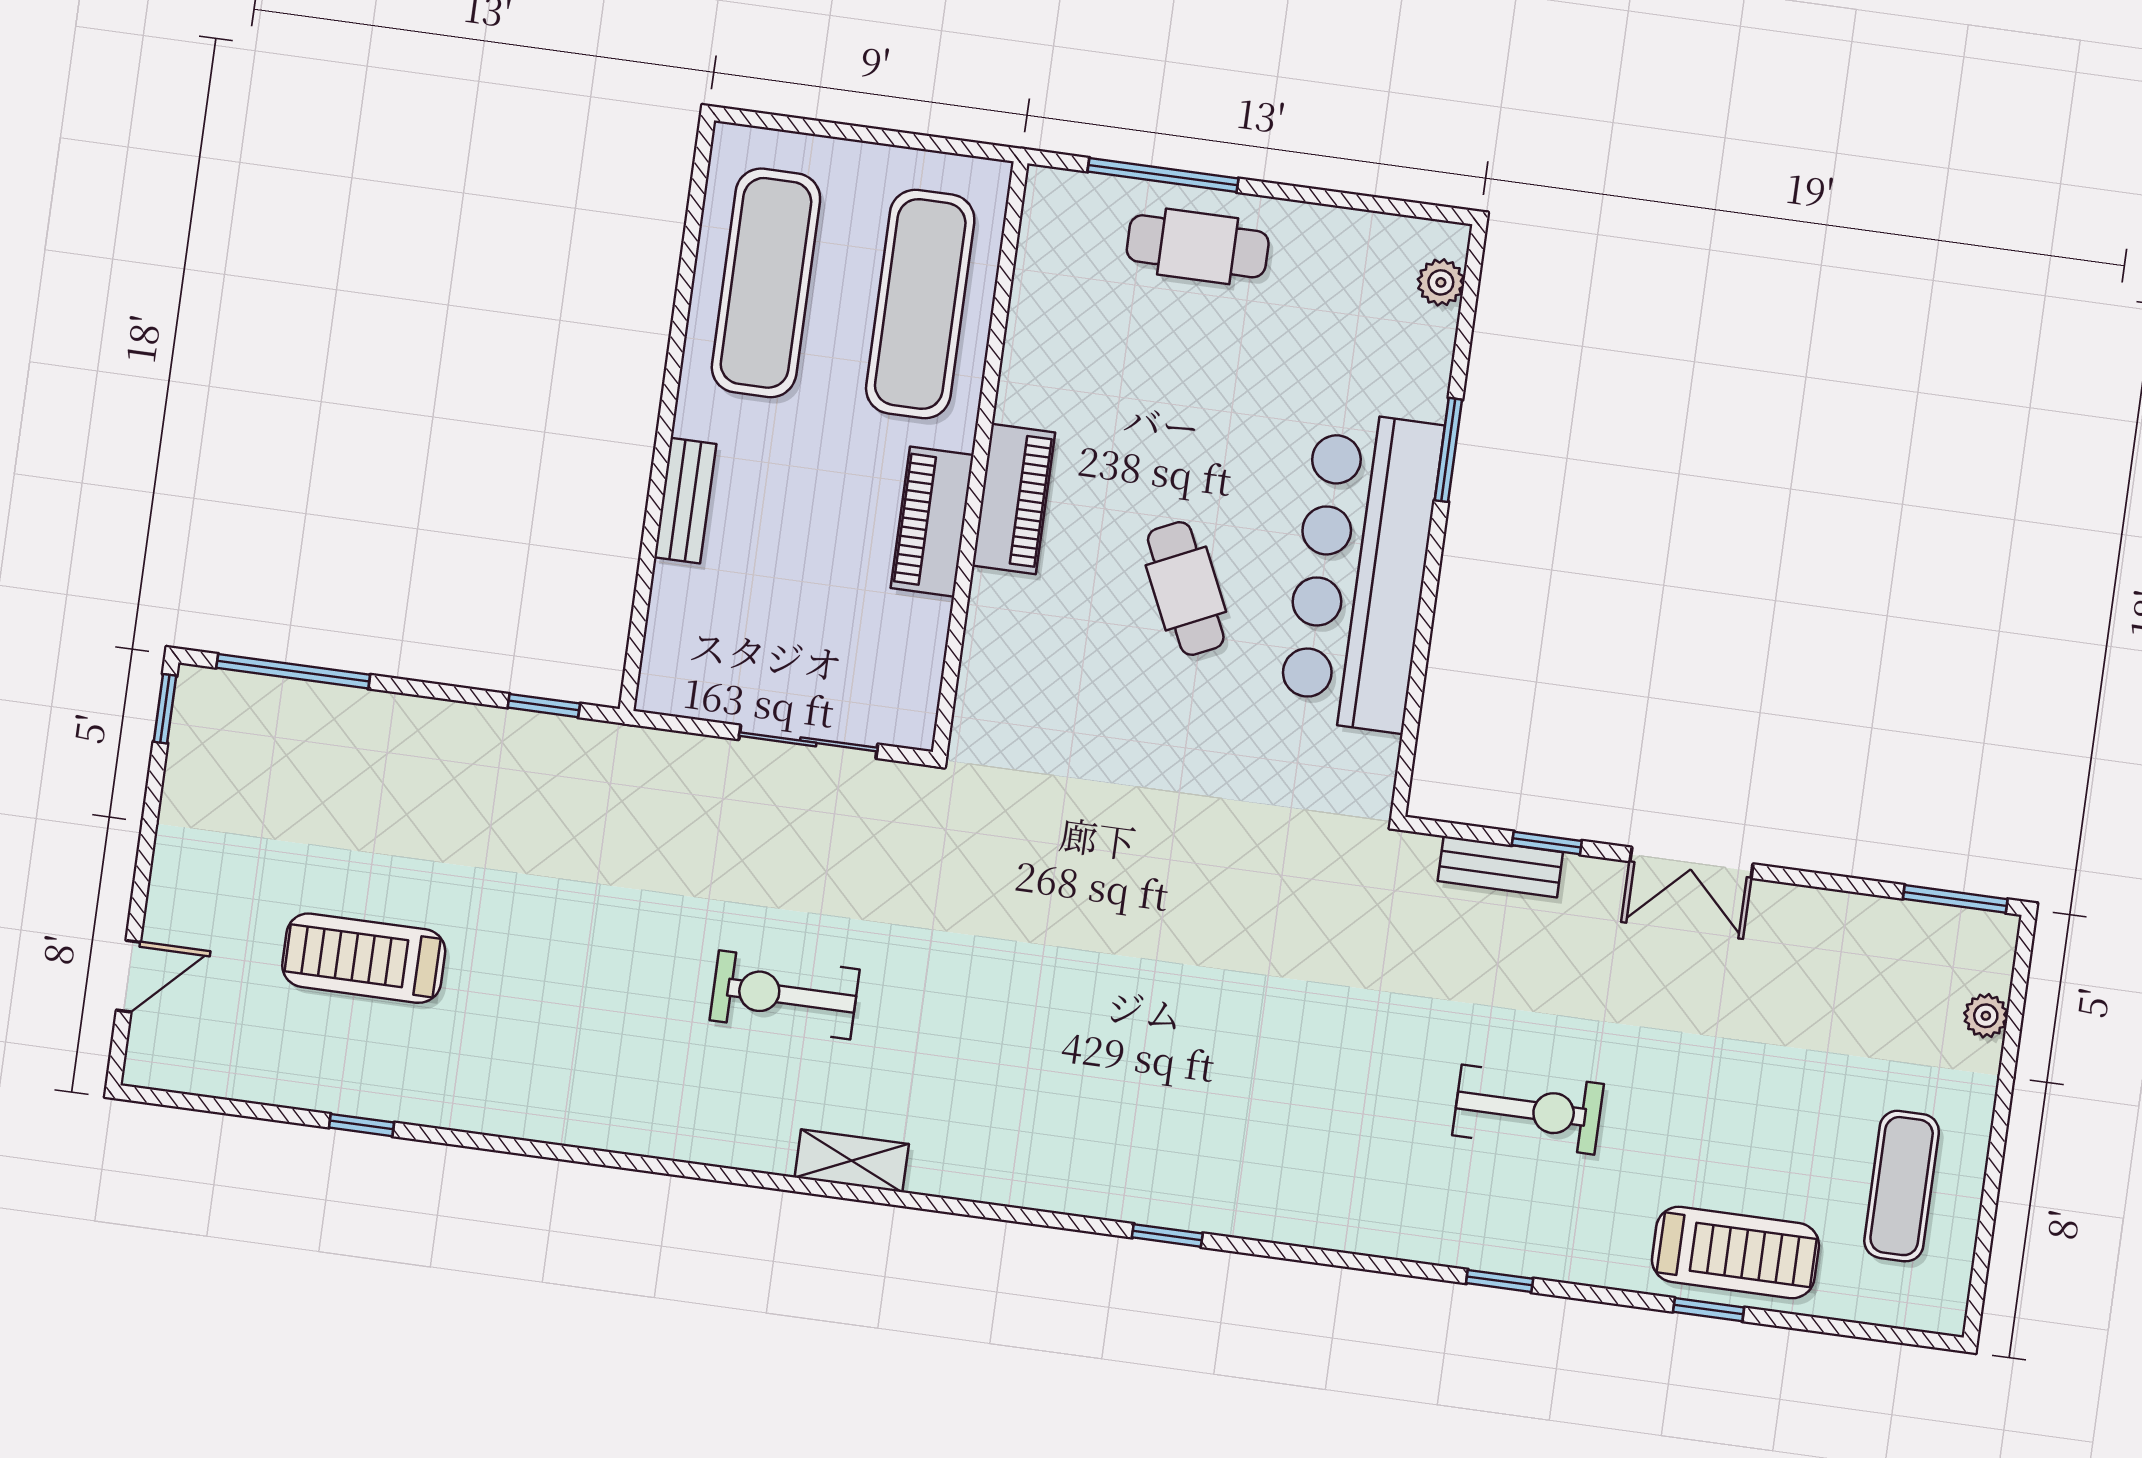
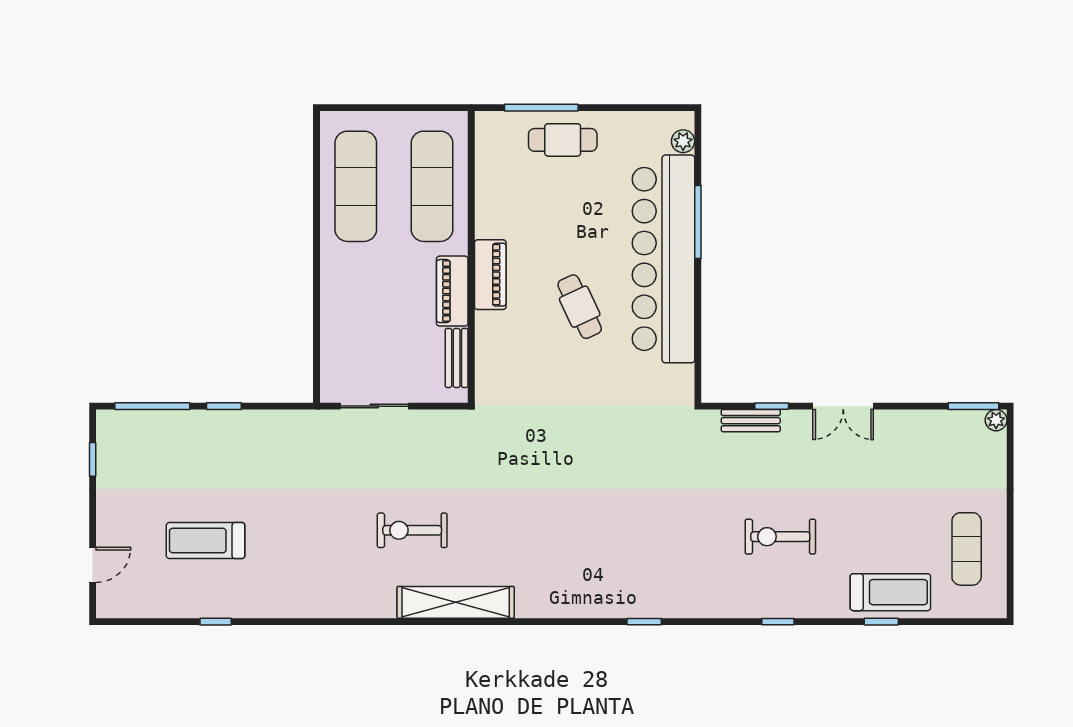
window: (1448, 450) -> (698, 222), width x1.44
bench: (685, 501) -> (457, 358), moved
bar counter: (1361, 571) -> (663, 259), width x1.36
window: (544, 706) -> (224, 406), moved
window: (165, 709) -> (93, 459), moved
sliding door: (808, 742) -> (374, 406), moved
plant: (1986, 1016) -> (996, 420), moved
exercise bike: (1528, 1110) -> (780, 537), turned 180
shelving: (852, 1161) -> (456, 602), width x2.20, depth x1.33
window: (1167, 1235) -> (644, 622), moved

